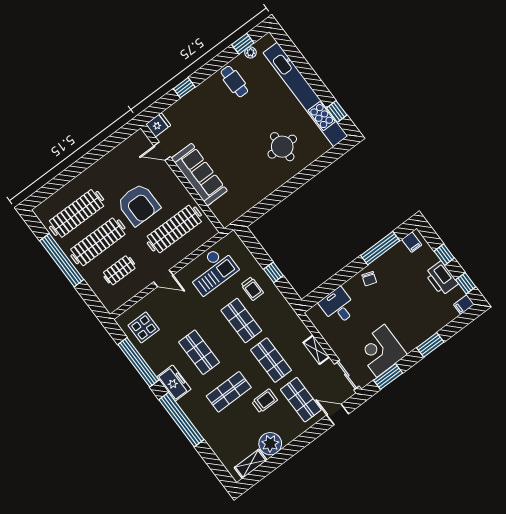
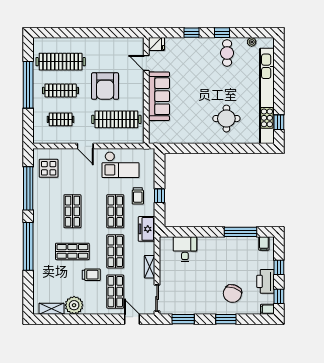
window: (243, 44) -> (222, 33), moved
clothes rail: (98, 242) -> (61, 90), width x0.73, depth x0.76
chair: (369, 279) -> (232, 294), moved, width x1.87, depth x1.87
corner desk: (381, 351) -> (191, 299), removed
freezer: (174, 383) -> (147, 229), moved, turned 180

